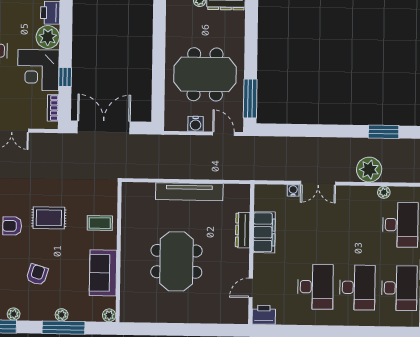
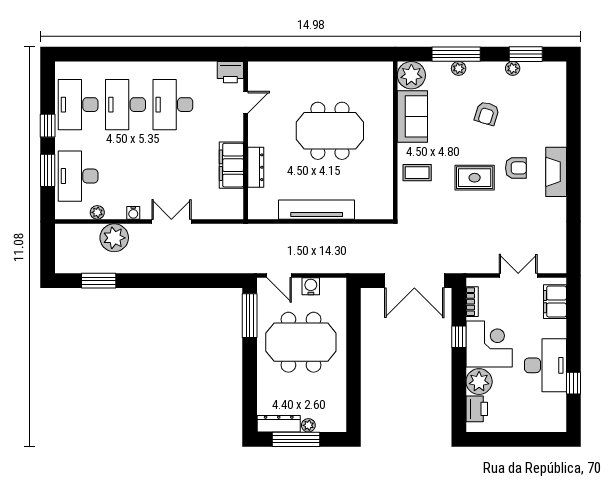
water cooler: (293, 190) -> (133, 213), moved
meeting table: (176, 261) -> (330, 131), turned 90
plant: (109, 315) -> (411, 75), width x1.88, depth x1.88

